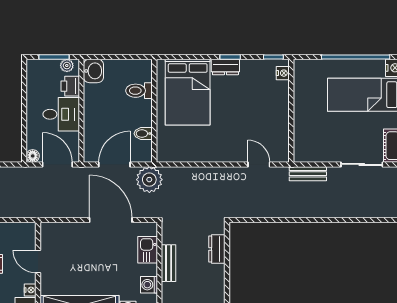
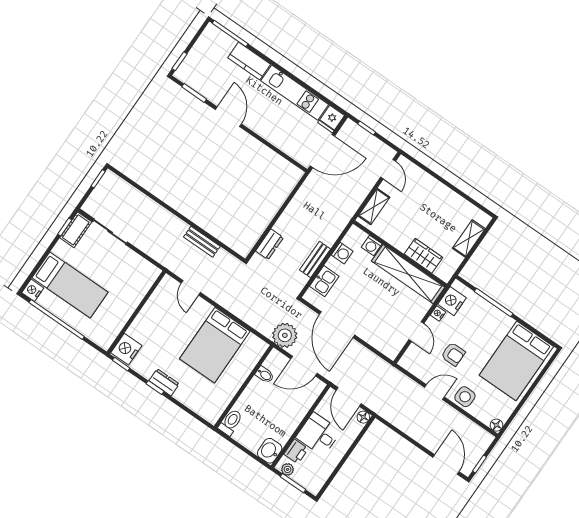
nightstand: (283, 73) -> (126, 349), width x1.89, depth x1.79
toilet: (139, 91) -> (231, 422), moved, turned -90
bed: (188, 92) -> (215, 345), moved, turned 180
bench: (308, 174) -> (202, 242), moved

